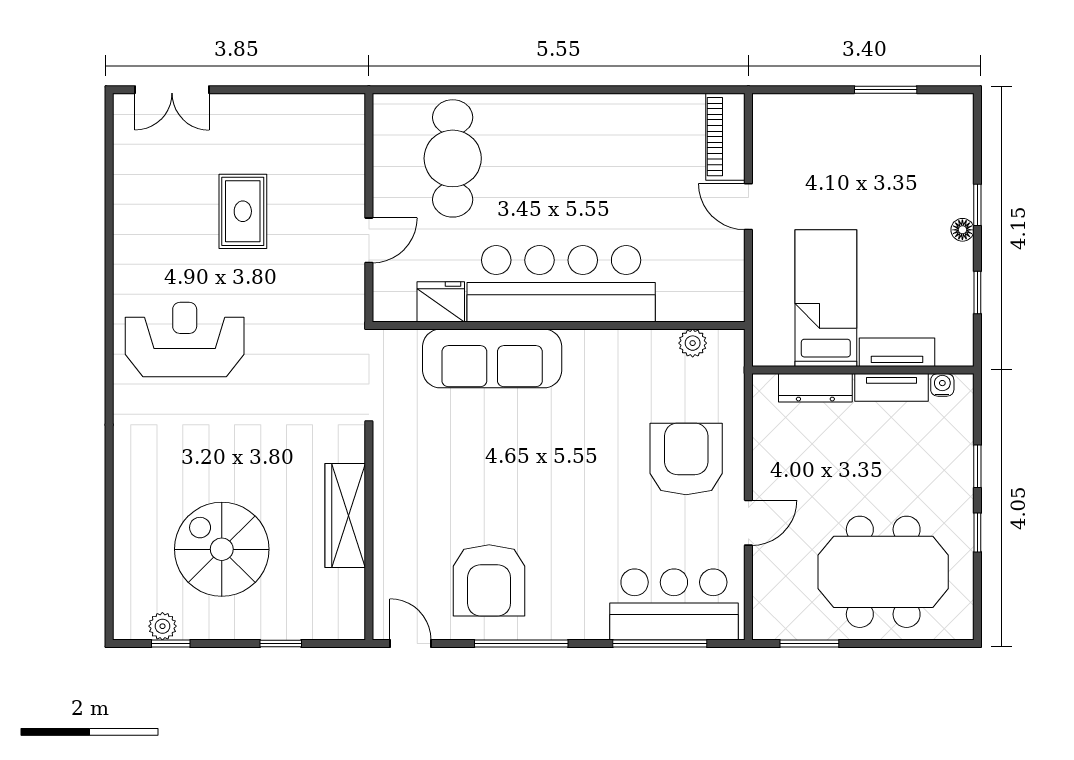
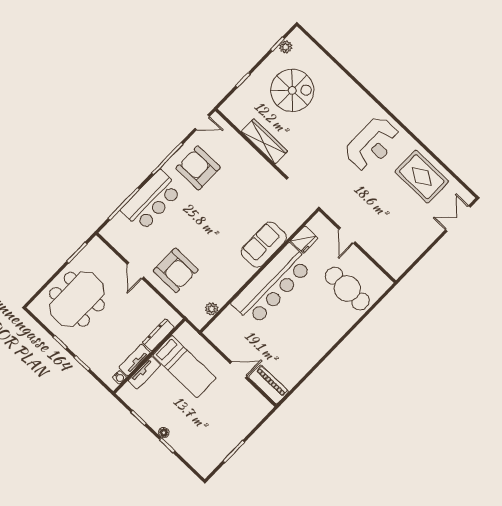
rug: (243, 211) -> (422, 177), moved, width x1.36, depth x1.43
sofa: (492, 358) -> (264, 245), width x0.73
bar counter: (674, 604) -> (151, 201), moved

